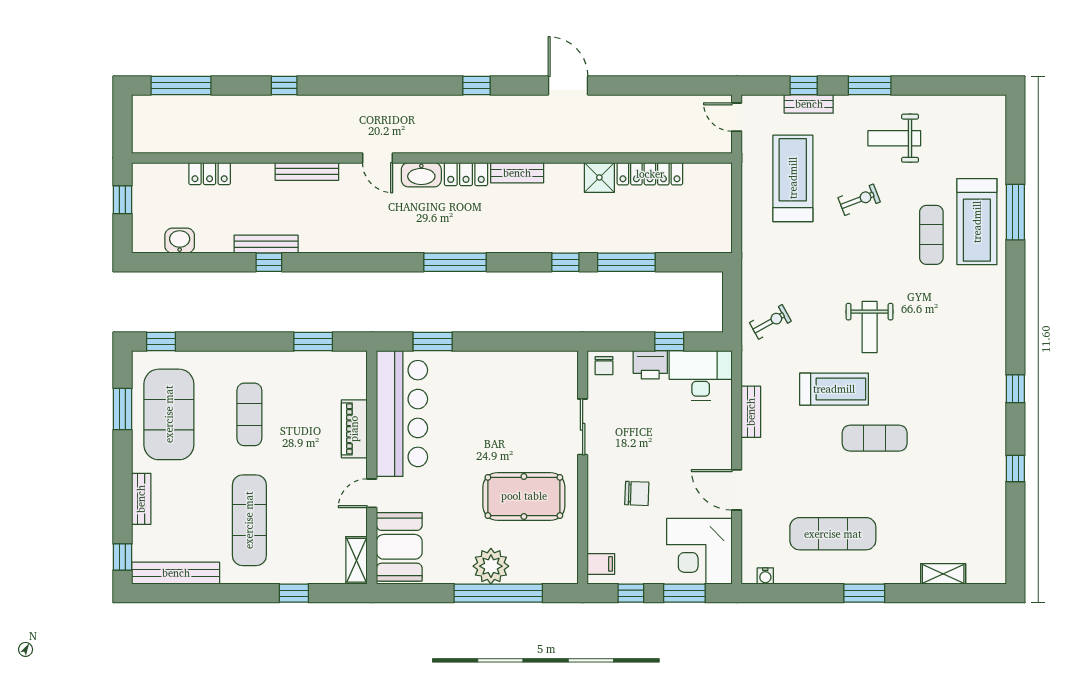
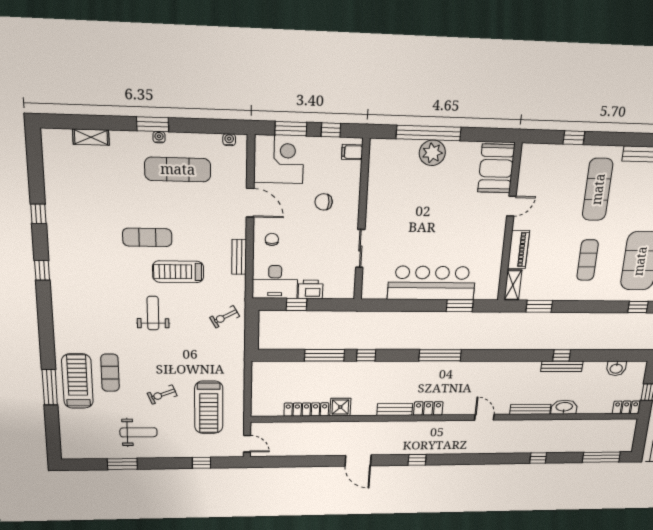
window: (870, 85) -> (122, 464), moved
bench: (809, 104) -> (198, 452), removed
locker: (210, 174) -> (626, 407), moved
washbasin: (421, 175) -> (564, 407), moved
chair: (604, 366) -> (272, 239), moved
bar counter: (402, 414) -> (432, 283), moved, turned 90
pool table: (524, 496) -> (405, 202), removed
shelving: (357, 560) -> (513, 285), moved
water cooler: (856, 576) -> (159, 137), added

